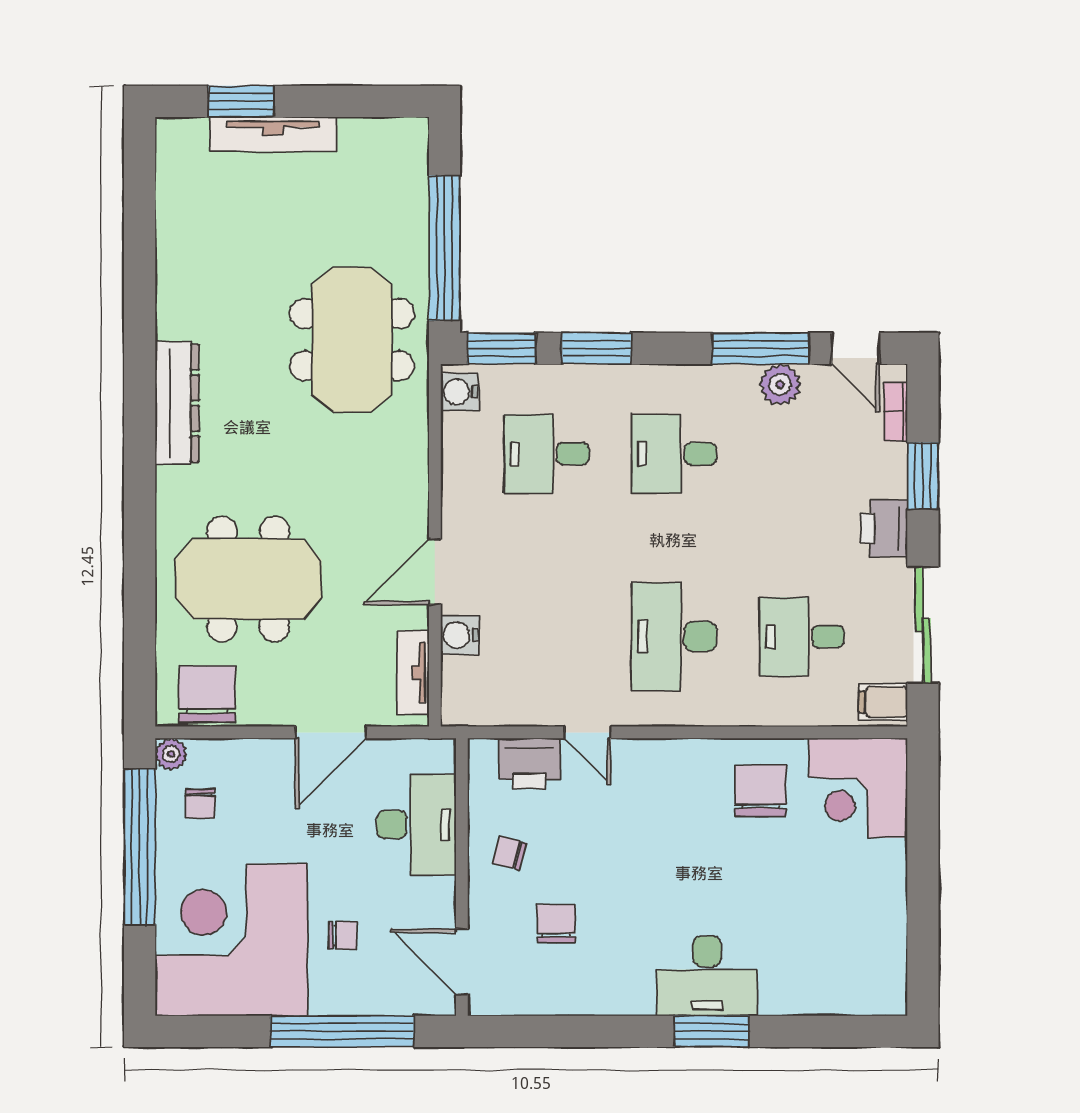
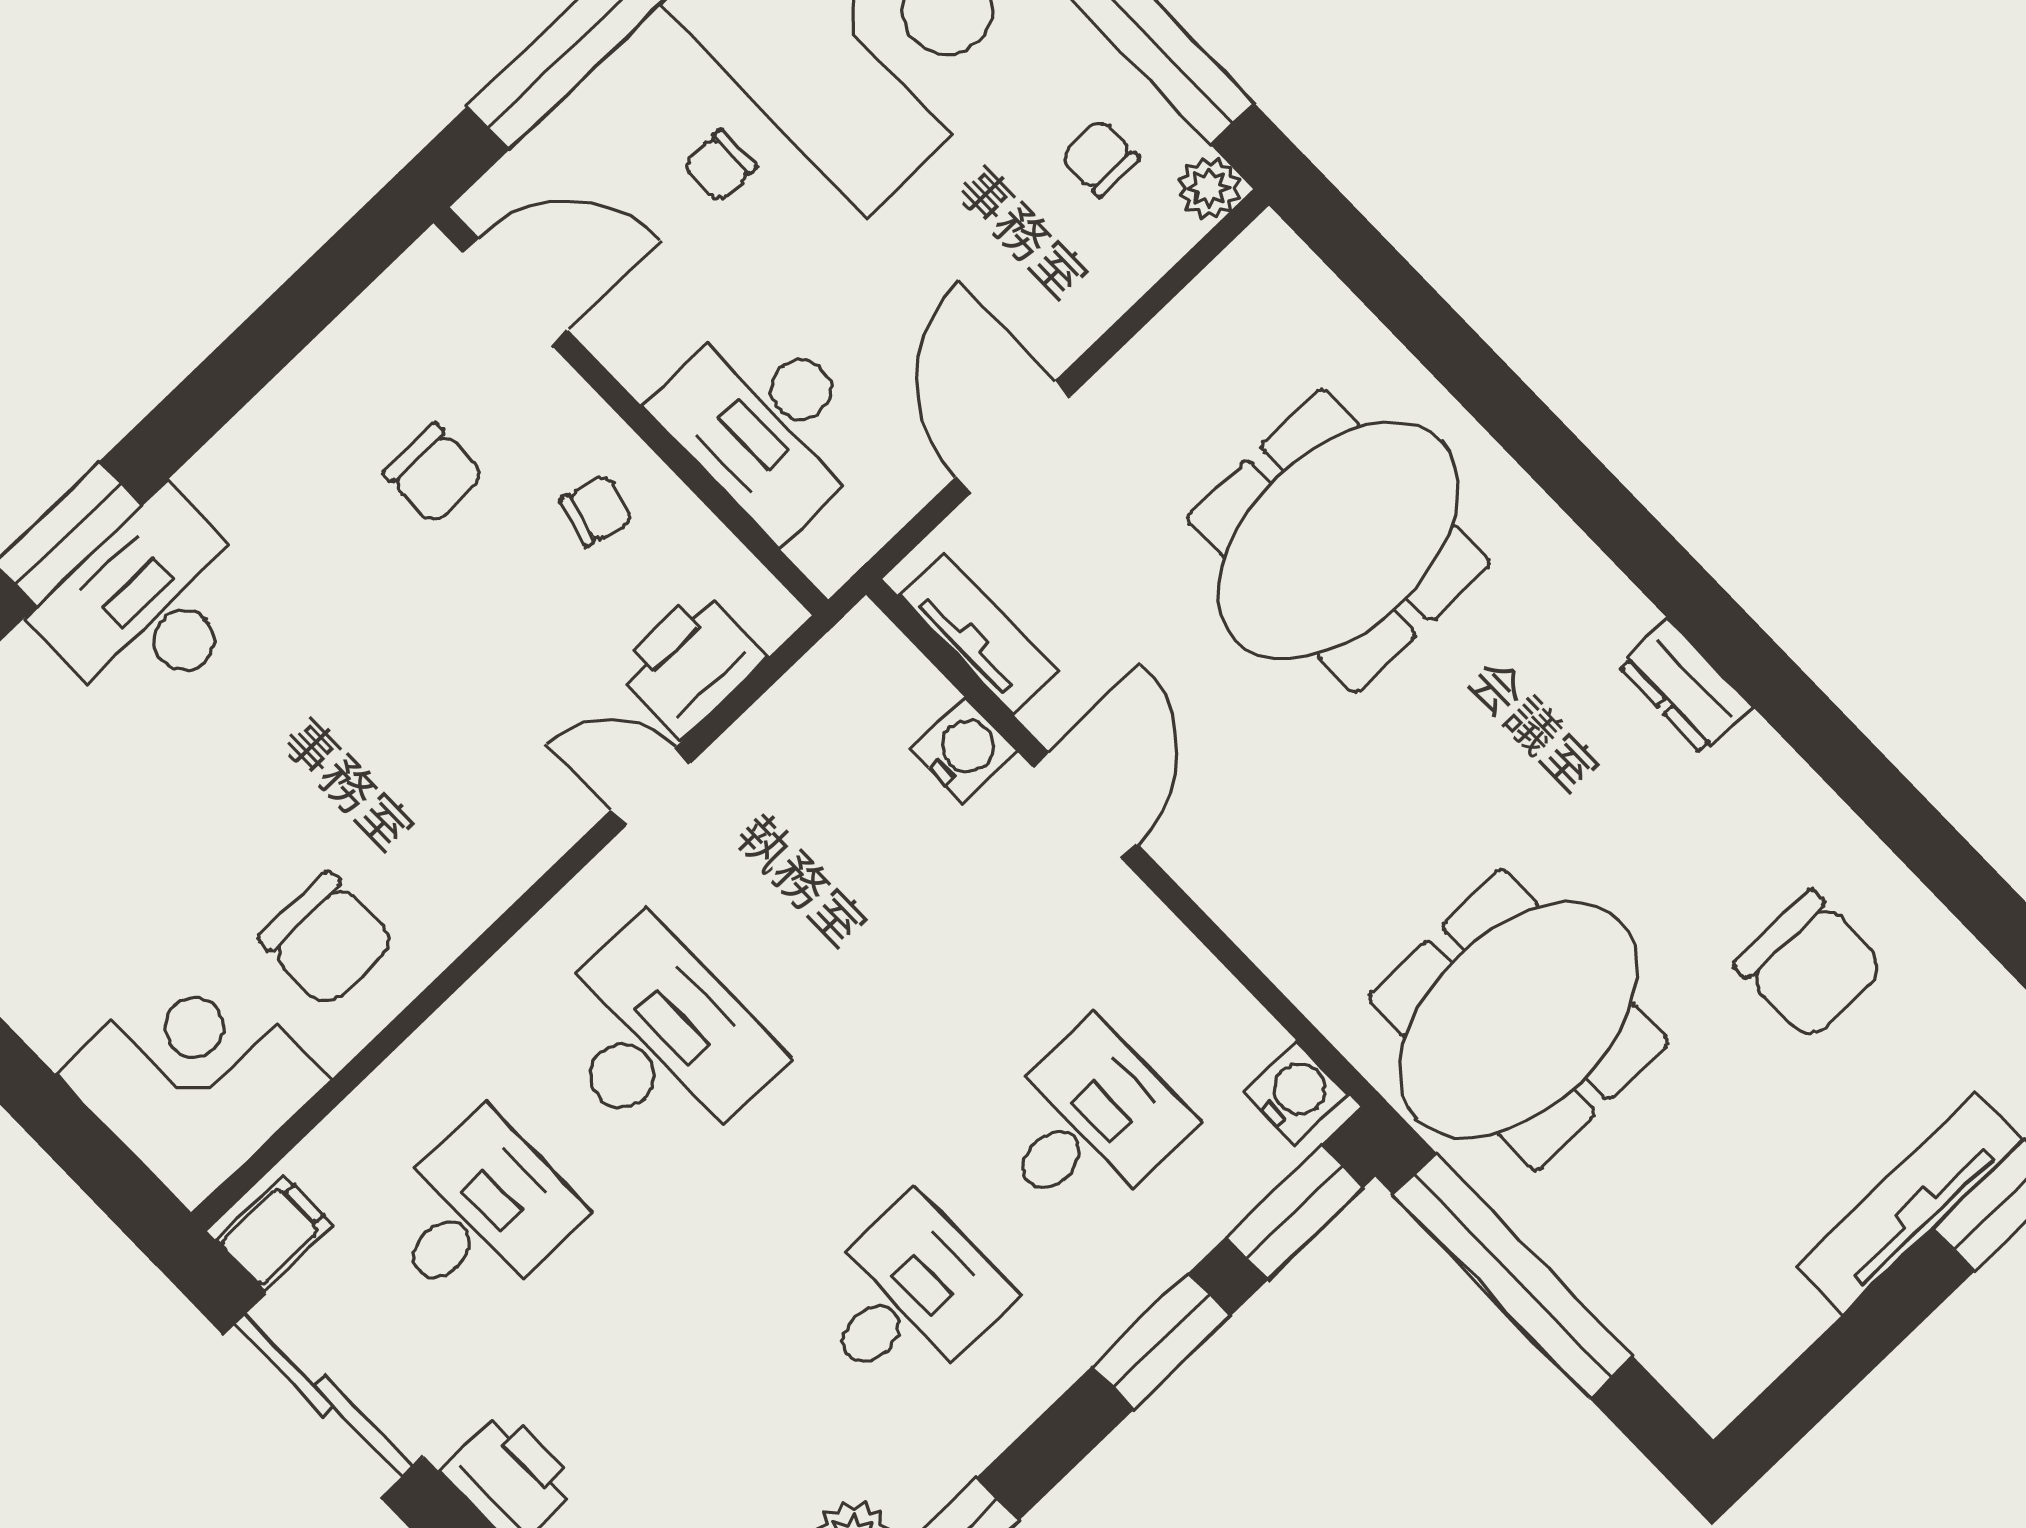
meeting table: (352, 340) -> (1518, 1020), turned 90
dresser: (177, 403) -> (1685, 686), width x0.51, depth x0.80
chair: (207, 694) -> (1810, 965), moved

